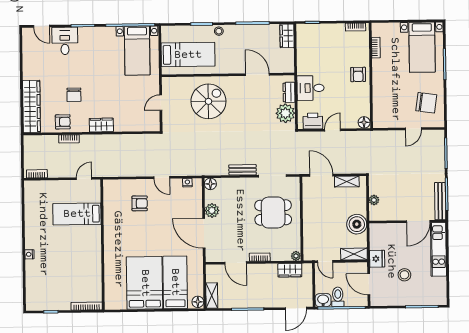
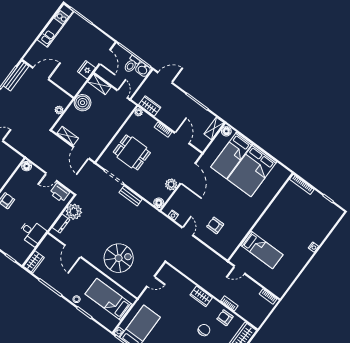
desk: (311, 88) -> (32, 233), moved
spiral stairs: (208, 101) -> (119, 258), turned 180
kitchen unit: (438, 249) -> (56, 26), moved
stool: (404, 275) -> (77, 45), removed

